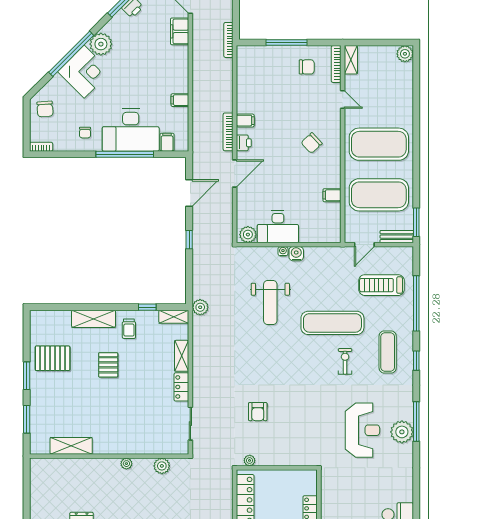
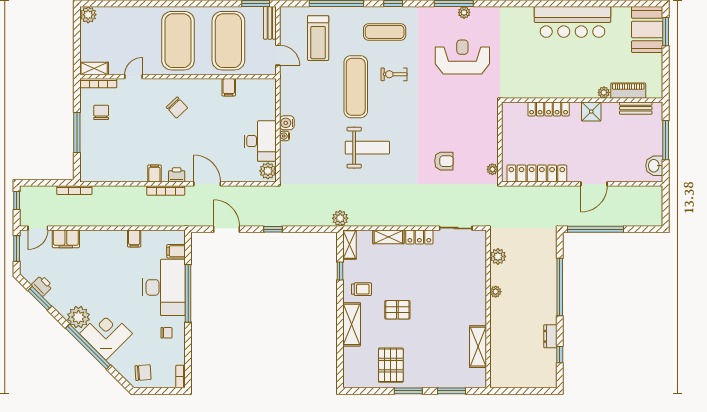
weight bench: (270, 303) -> (367, 148), moved
plant: (402, 432) -> (464, 12), width x0.53, depth x0.53

